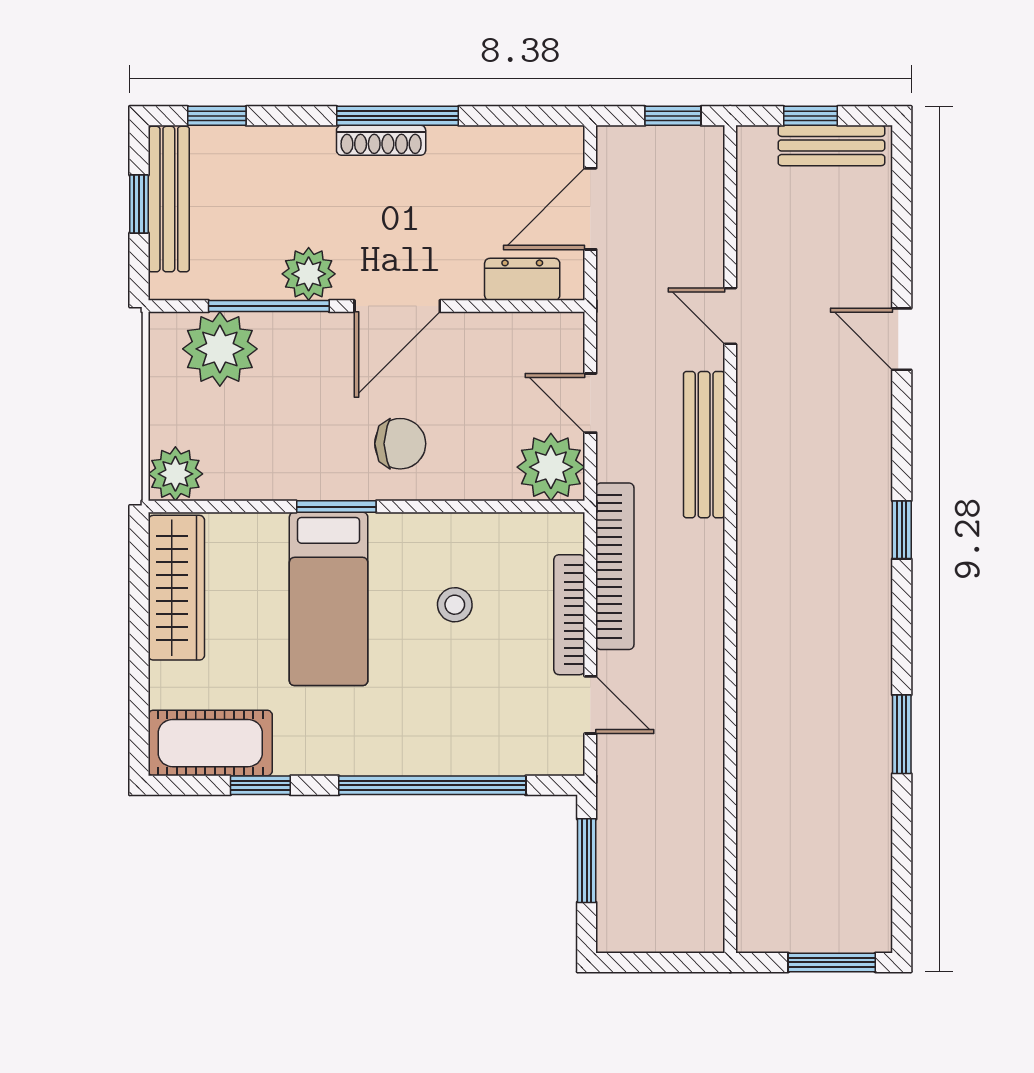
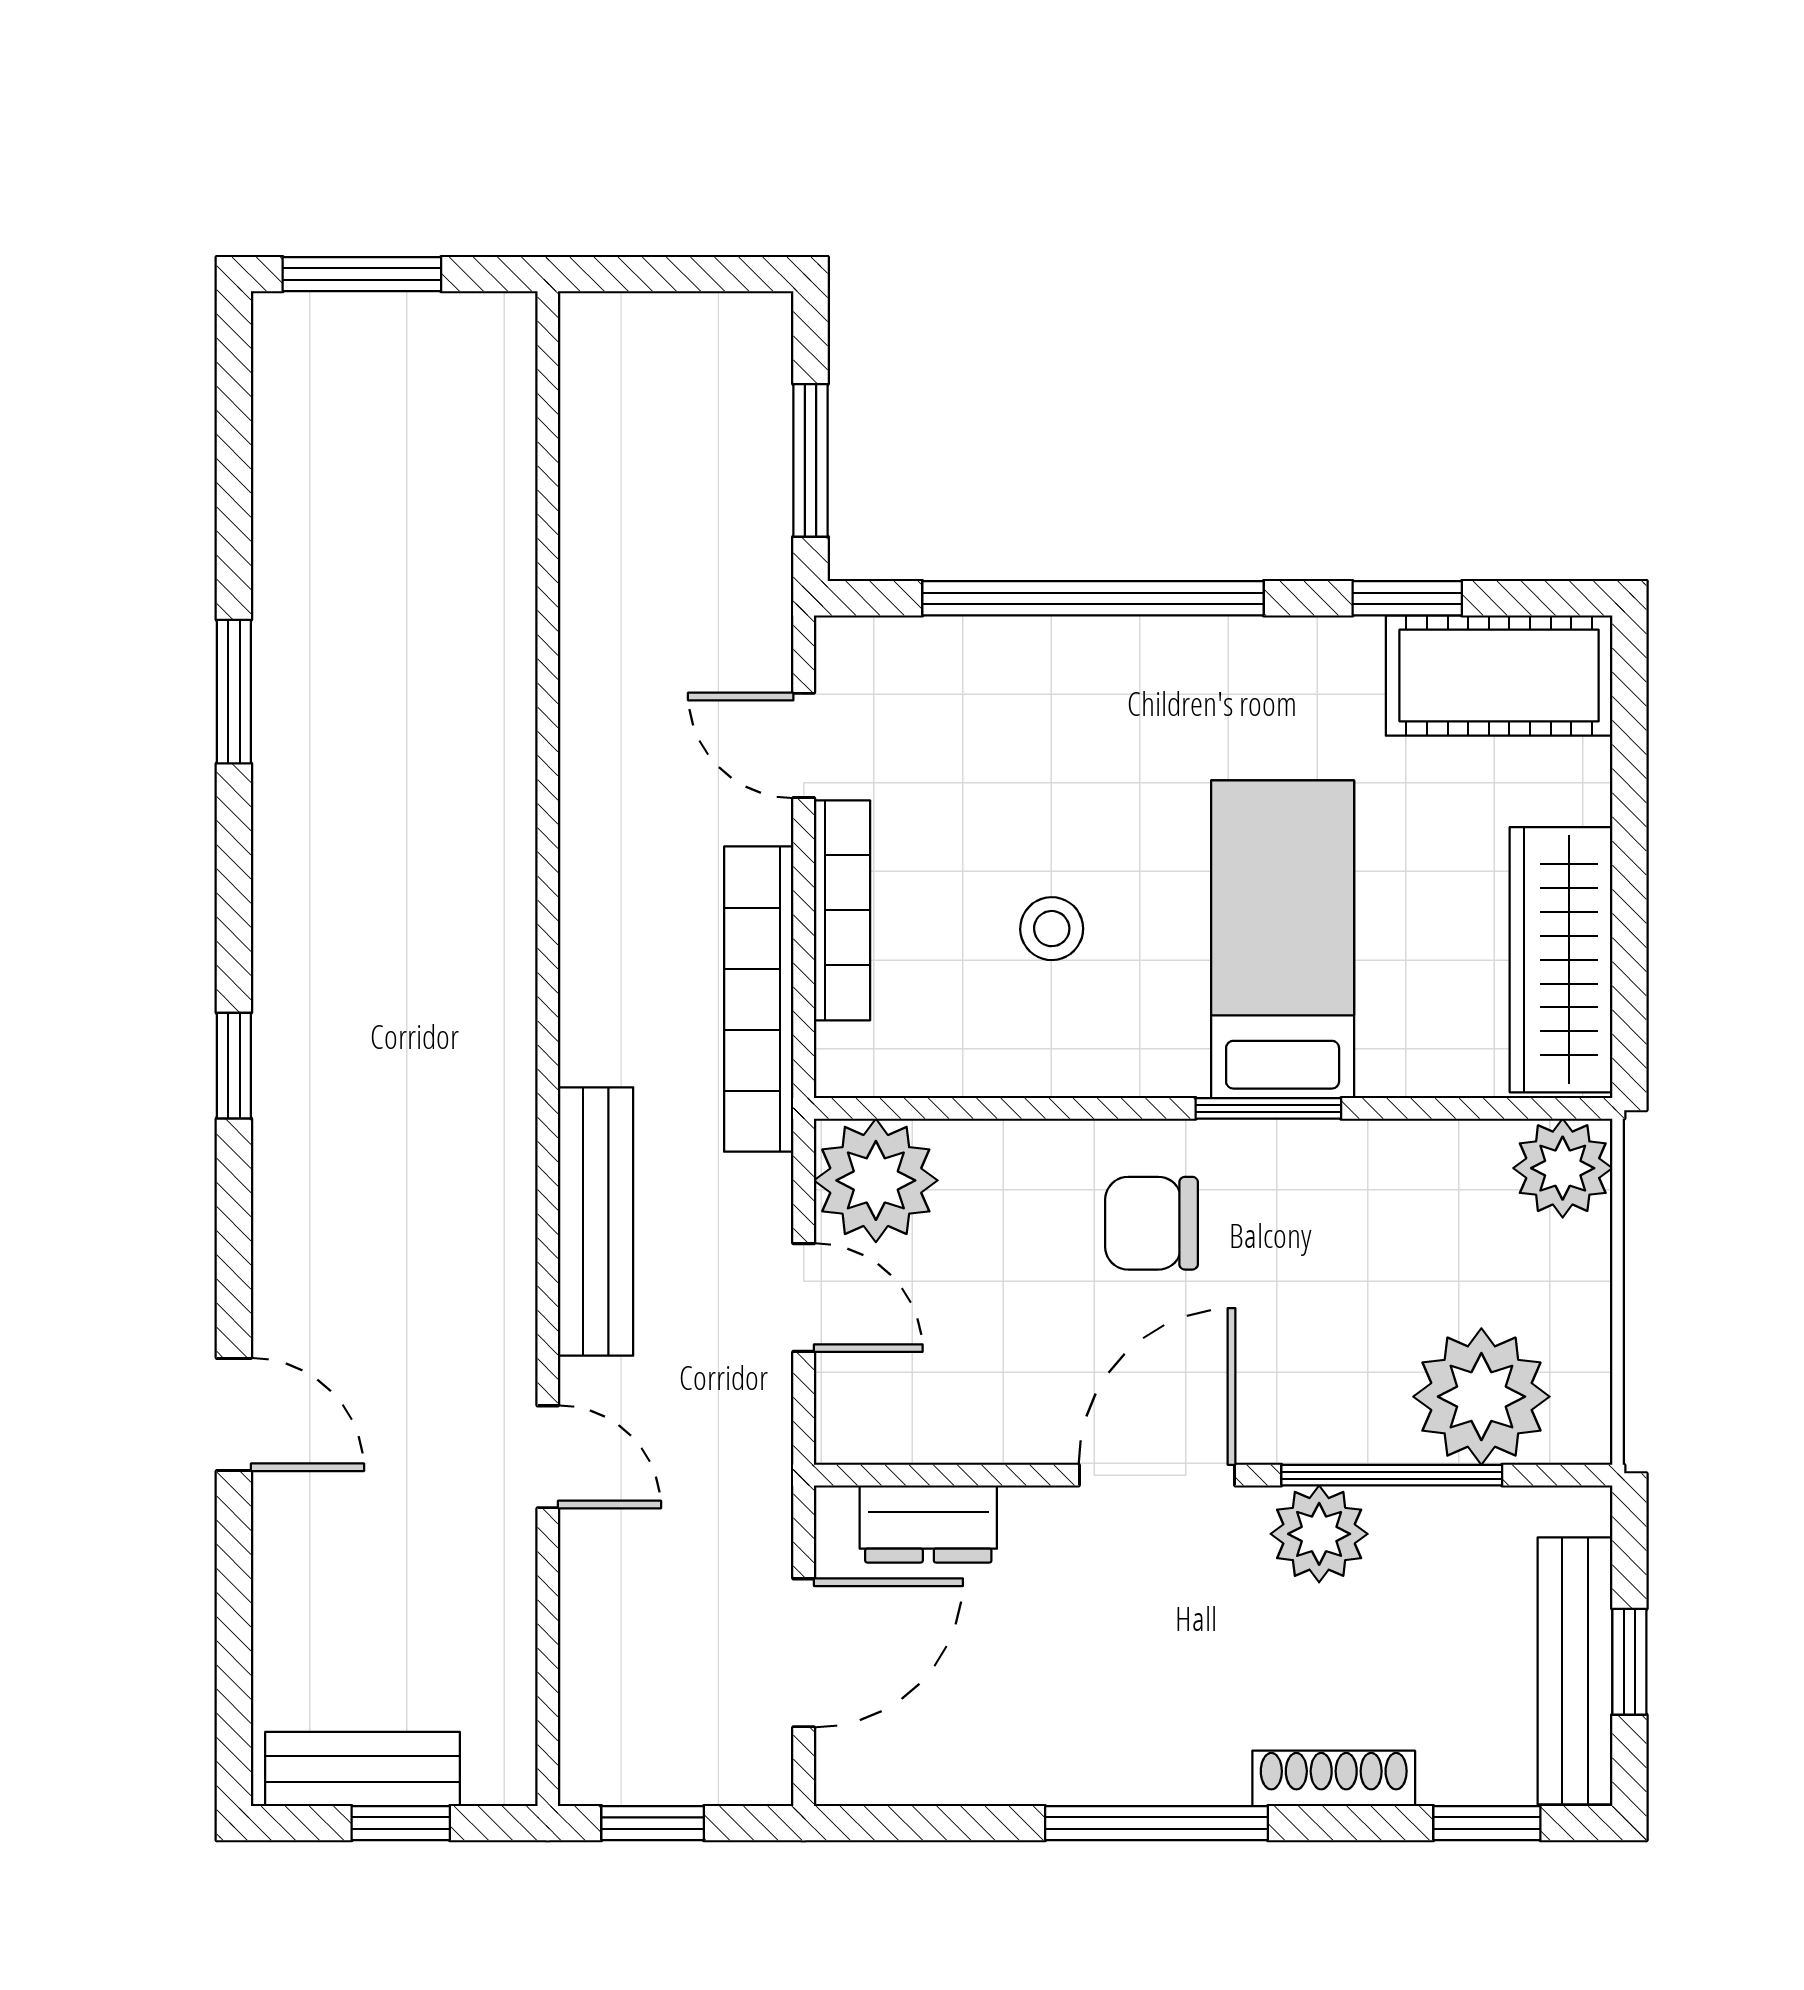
shoe rack: (381, 140) -> (1334, 1778), moved

